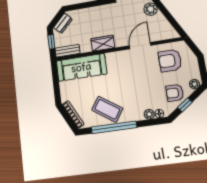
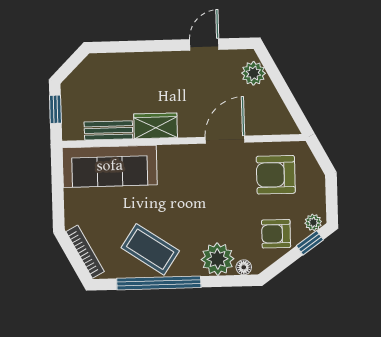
dresser: (63, 23) -> (82, 76), removed
bench: (67, 51) -> (108, 130), moved
window: (185, 105) -> (310, 243), moved
plant: (149, 114) -> (218, 259), width x1.88, depth x1.88

